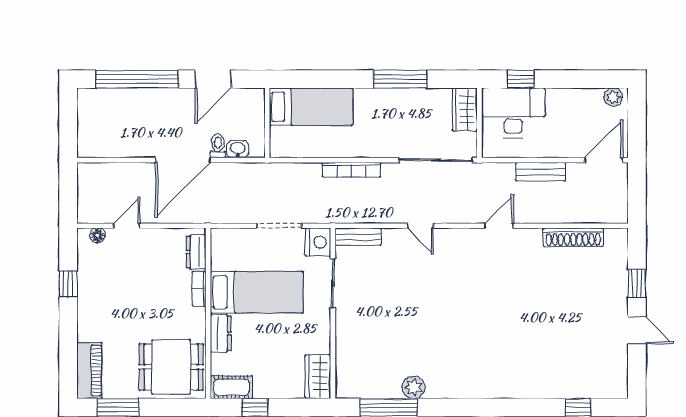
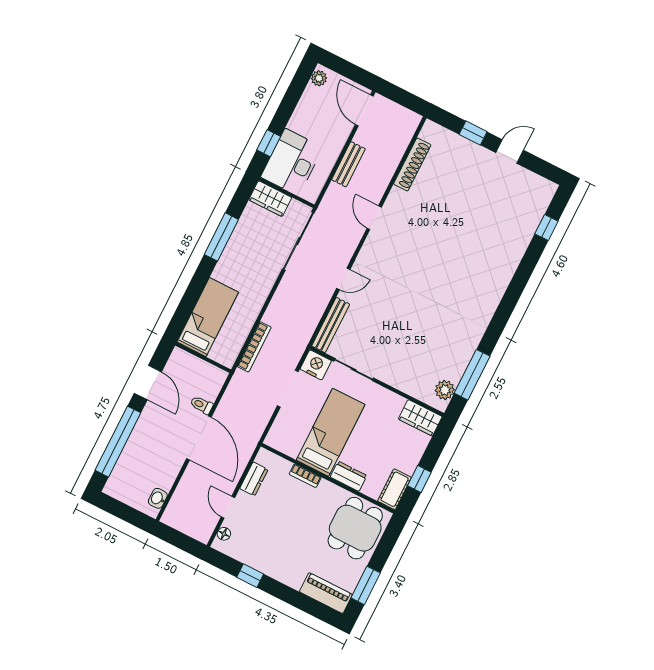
washbasin: (238, 149) -> (158, 498), moved
bookcase: (351, 170) -> (254, 347), moved
bench: (358, 237) -> (331, 325), width x1.36
dresser: (196, 252) -> (254, 479), moved, turned -90
plant: (413, 387) -> (445, 390), moved

